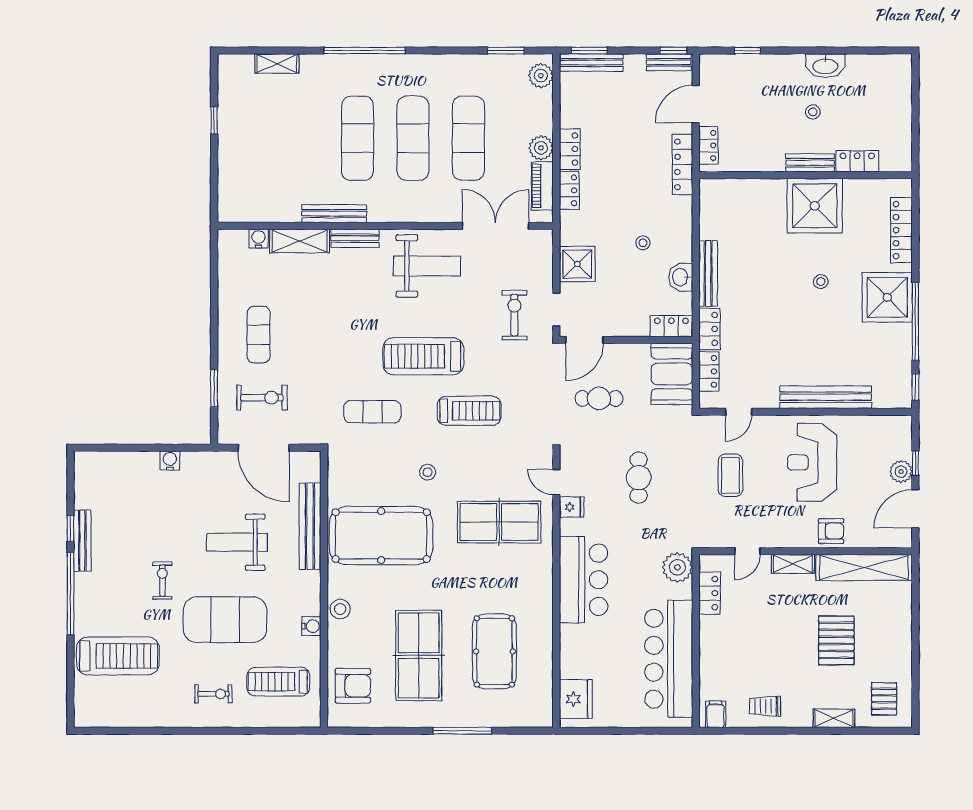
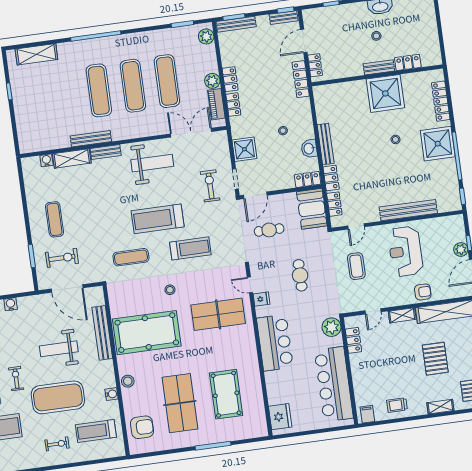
shelving: (277, 64) -> (36, 54), width x1.50, depth x1.33

